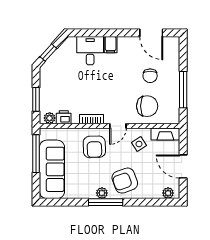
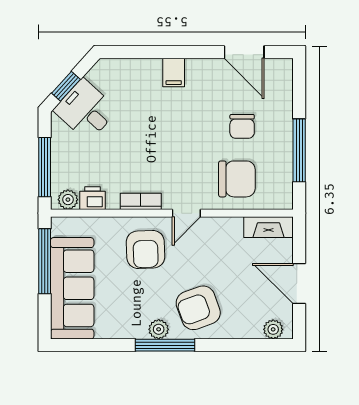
desk: (90, 51) -> (86, 110), moved, turned -48
window: (36, 99) -> (45, 167), width x1.44
side table: (139, 144) -> (223, 244), removed

